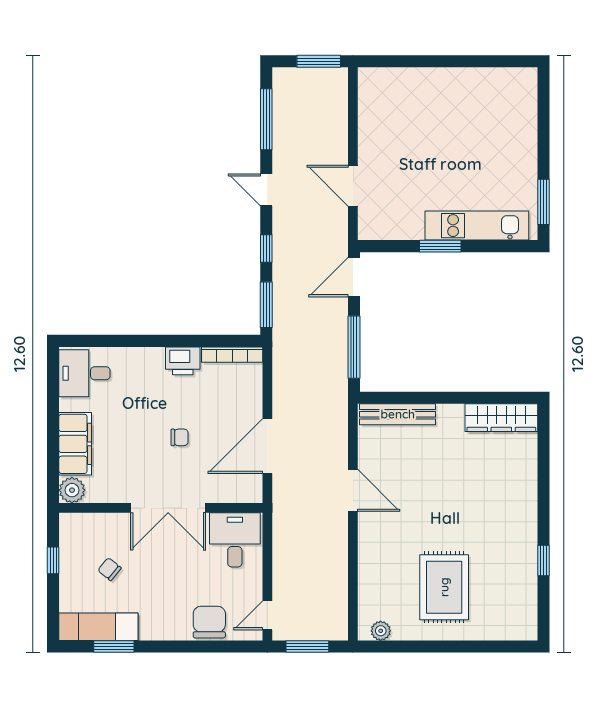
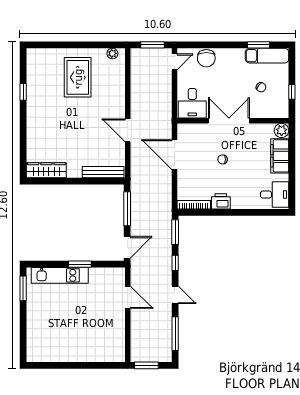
door: (267, 446) -> (174, 155), swing flipped

